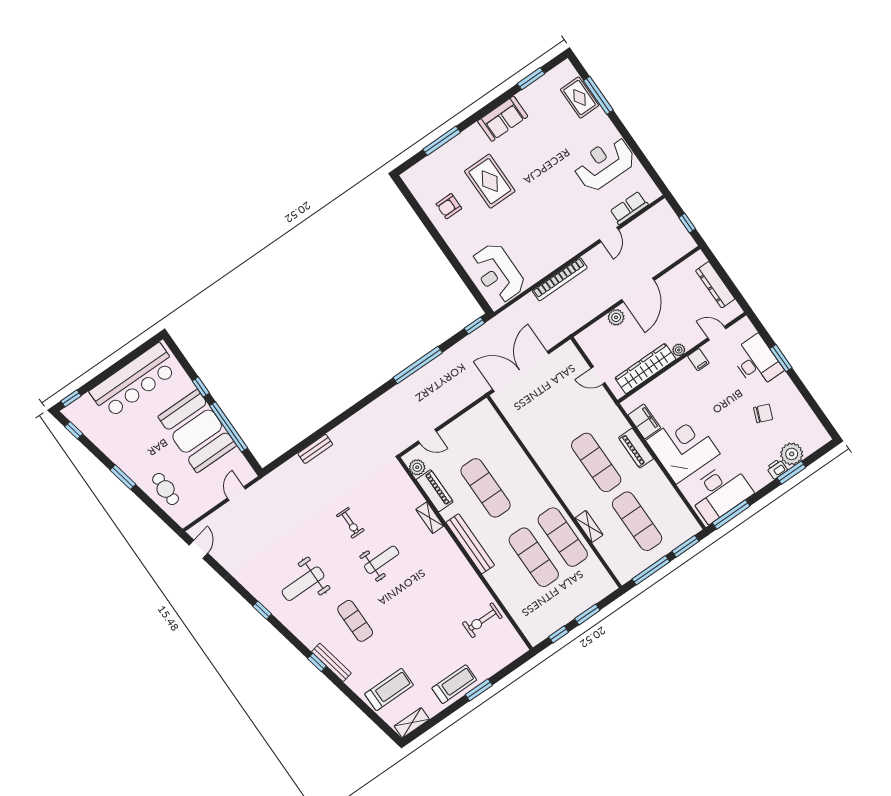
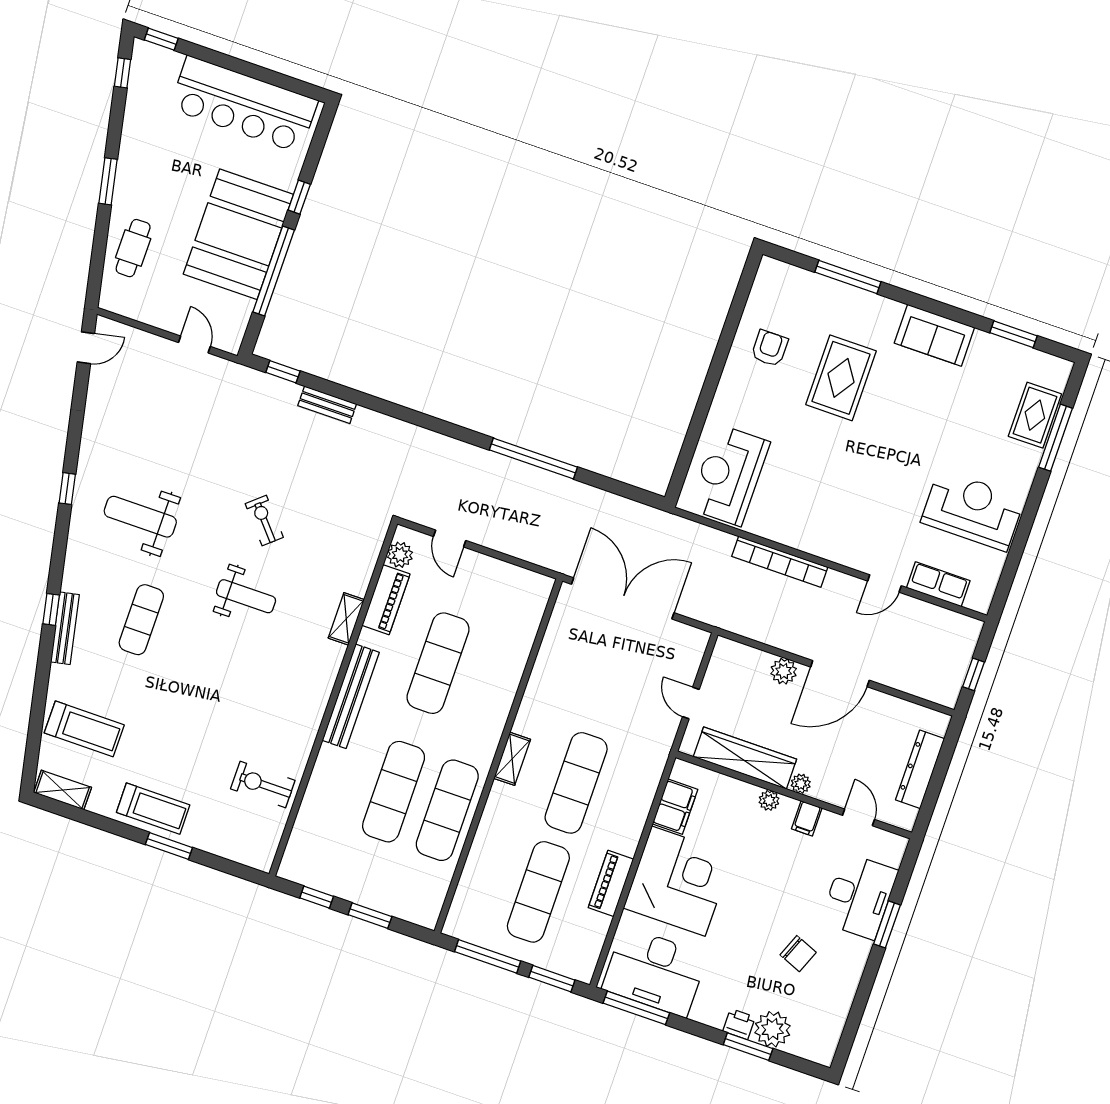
armchair: (449, 206) -> (770, 348), turned 90
window: (474, 326) -> (283, 372), moved
plant: (676, 372) -> (769, 800), added
piano: (636, 448) -> (611, 883), moved
door: (236, 494) -> (194, 344), hinge flipped
exercise bike: (350, 523) -> (264, 521), turned 139
shelving: (589, 526) -> (512, 759), moved

